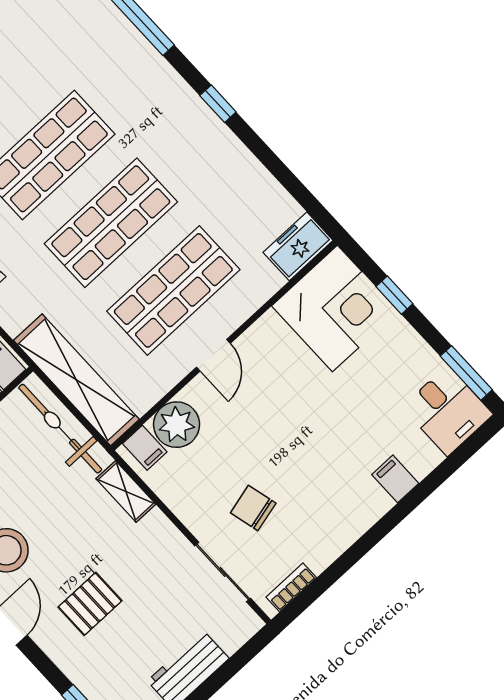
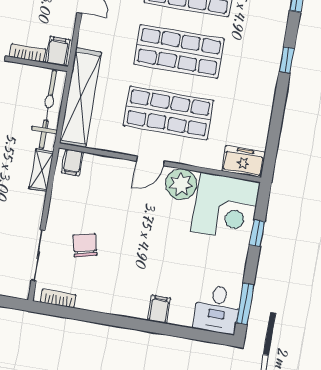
plant: (177, 425) -> (181, 184), moved

